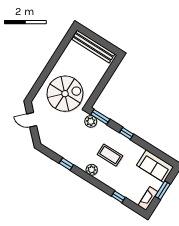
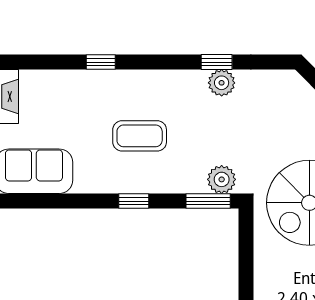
plant: (92, 170) -> (222, 83), moved
window: (118, 197) -> (101, 62), moved

